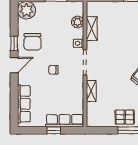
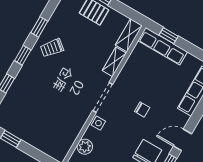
shelving: (92, 29) -> (129, 35), moved
window: (54, 130) -> (169, 36), moved

